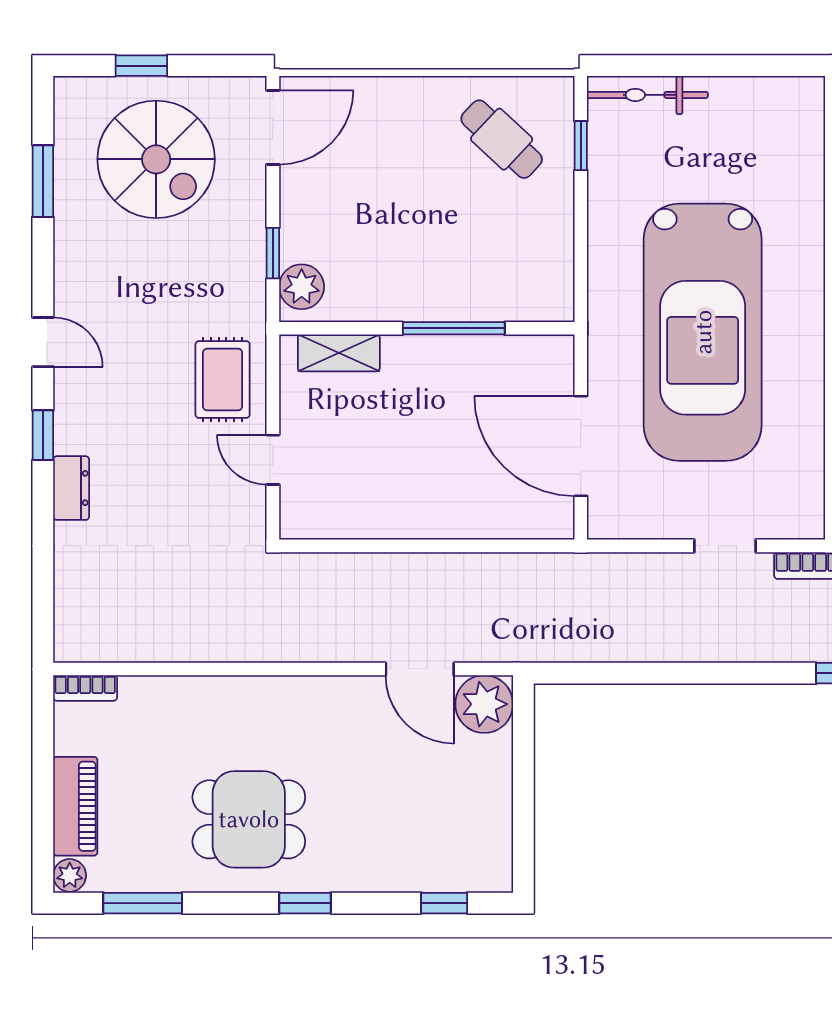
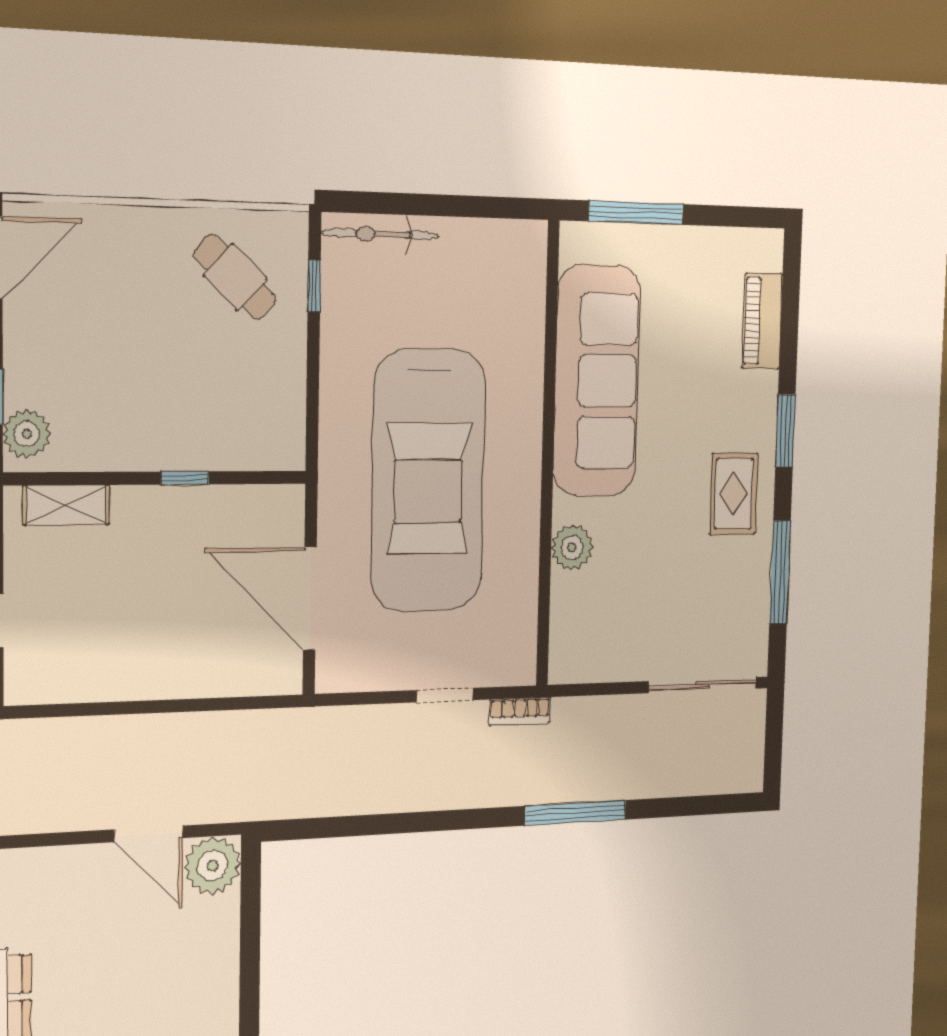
window: (454, 328) -> (185, 478), width x0.46

